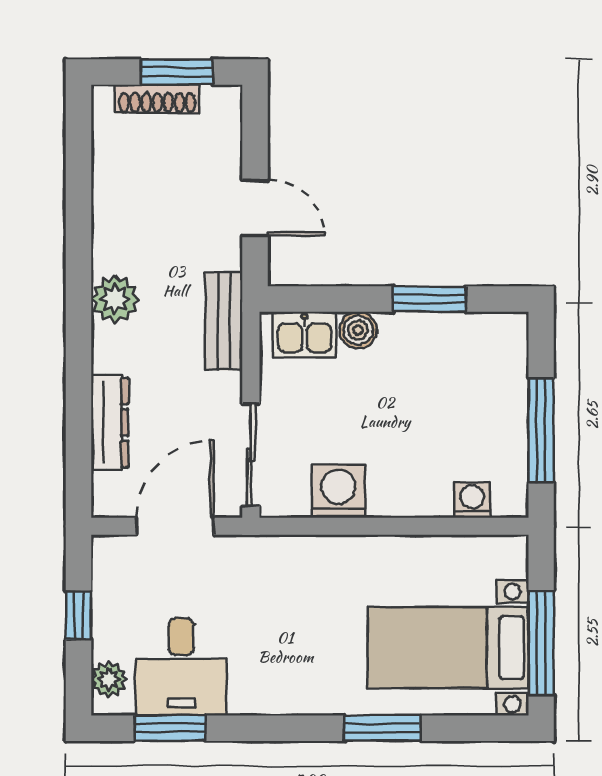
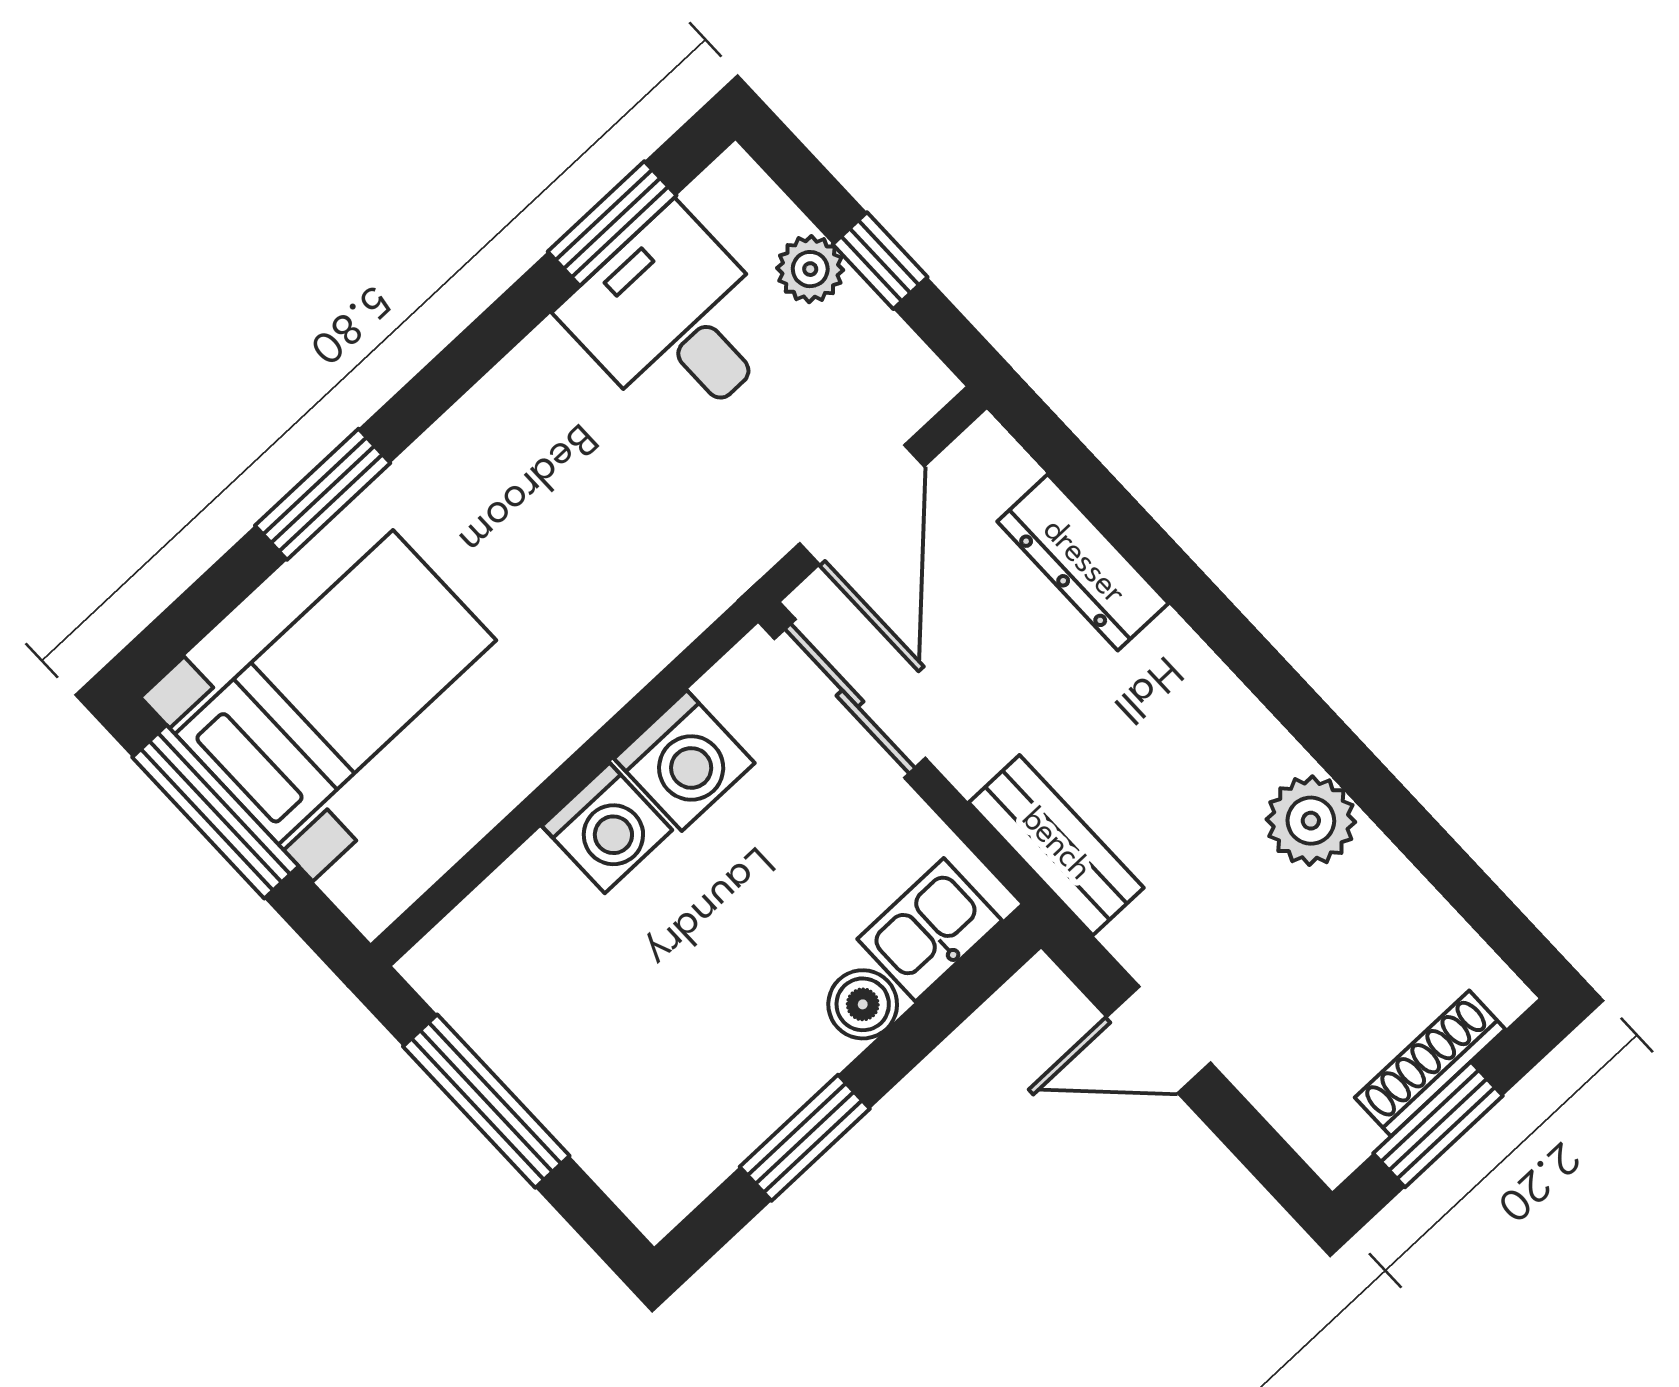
plant: (115, 299) -> (1311, 821), moved
washing machine: (472, 500) -> (607, 828), moved, width x1.38, depth x1.38
plant: (109, 679) -> (810, 269), moved

